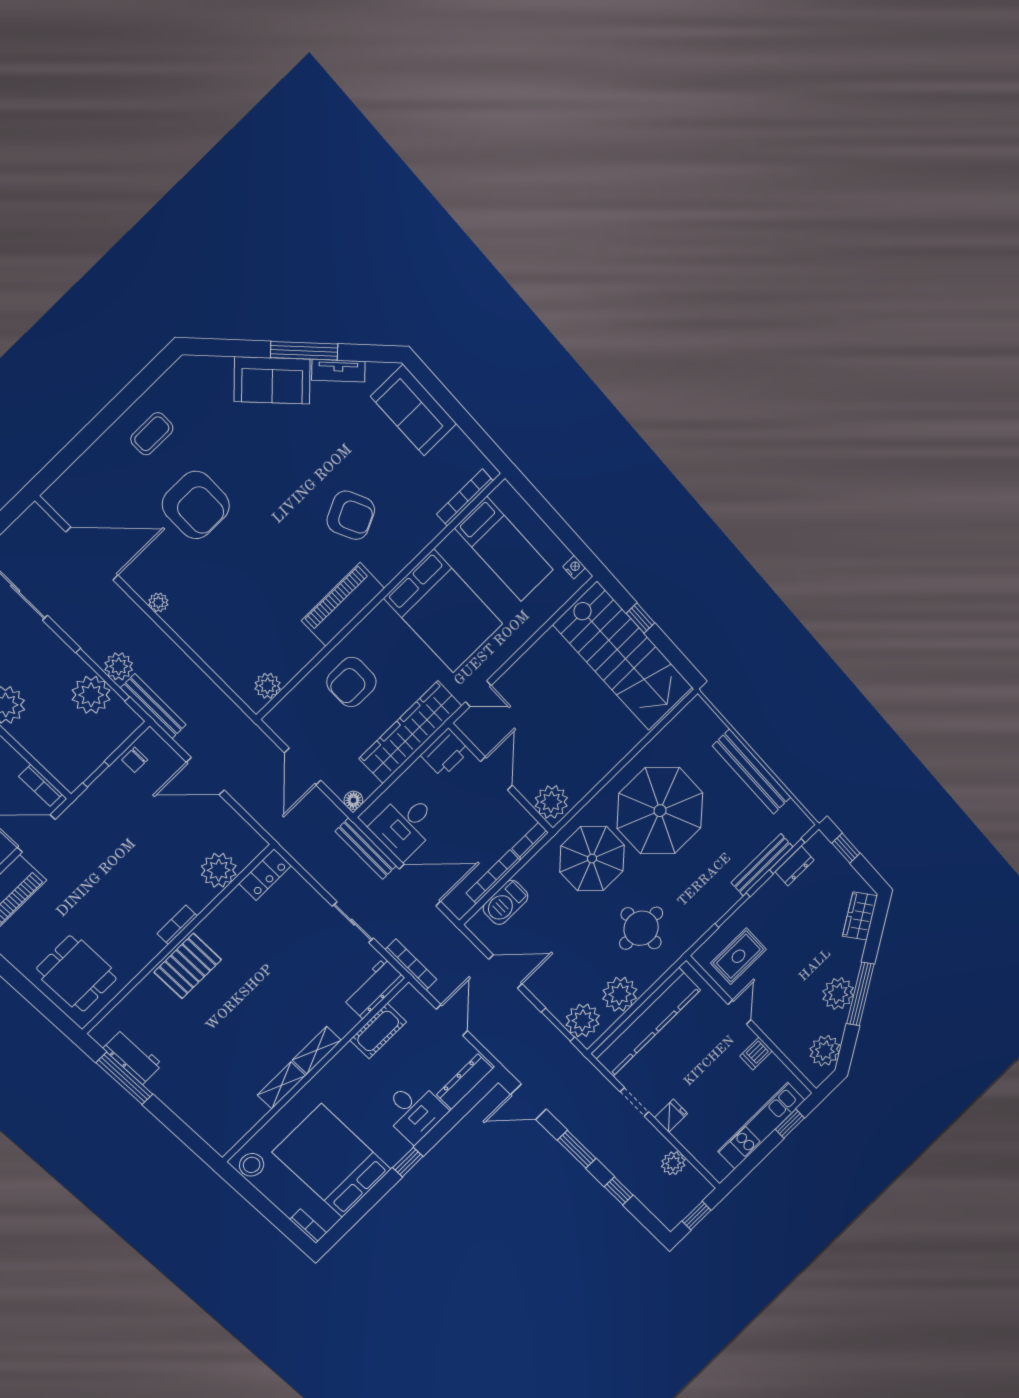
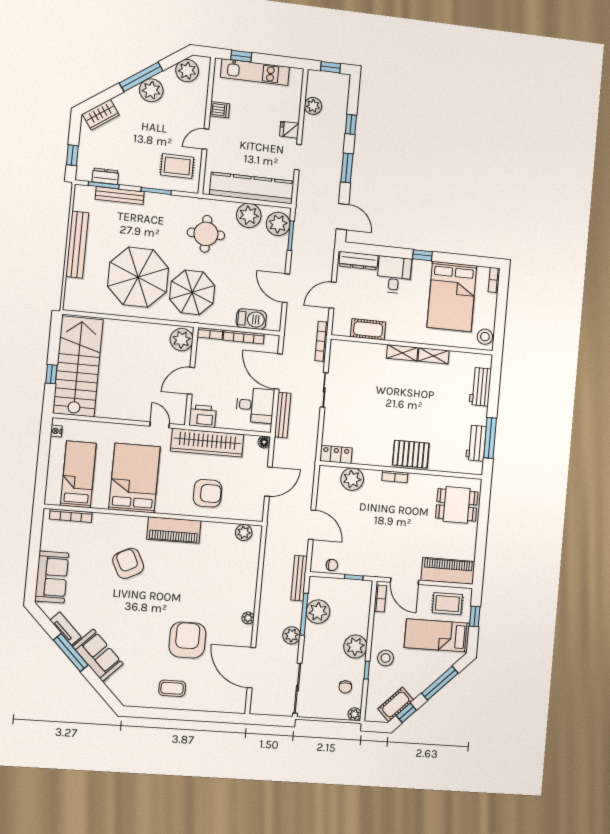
plant: (119, 666) -> (292, 635), moved
dining table: (77, 974) -> (457, 505), turned 90
workbench: (374, 988) -> (480, 387), moved, turned 90

